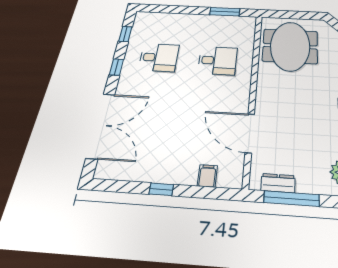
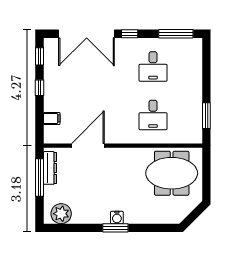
window: (125, 34) -> (176, 34), width x2.17
window: (116, 67) -> (130, 34), moved
dresser: (278, 183) -> (50, 168), width x1.44
window: (117, 186) -> (39, 56), added

